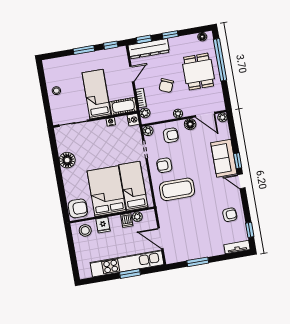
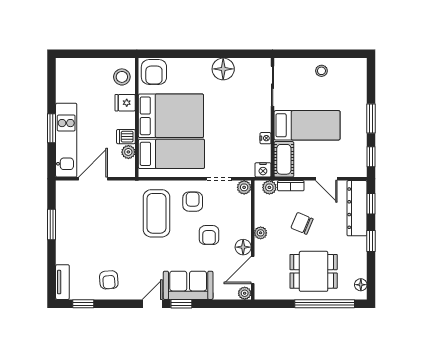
armchair: (171, 135) -> (209, 235), moved
kitchen unit: (127, 264) -> (66, 140), width x0.73

